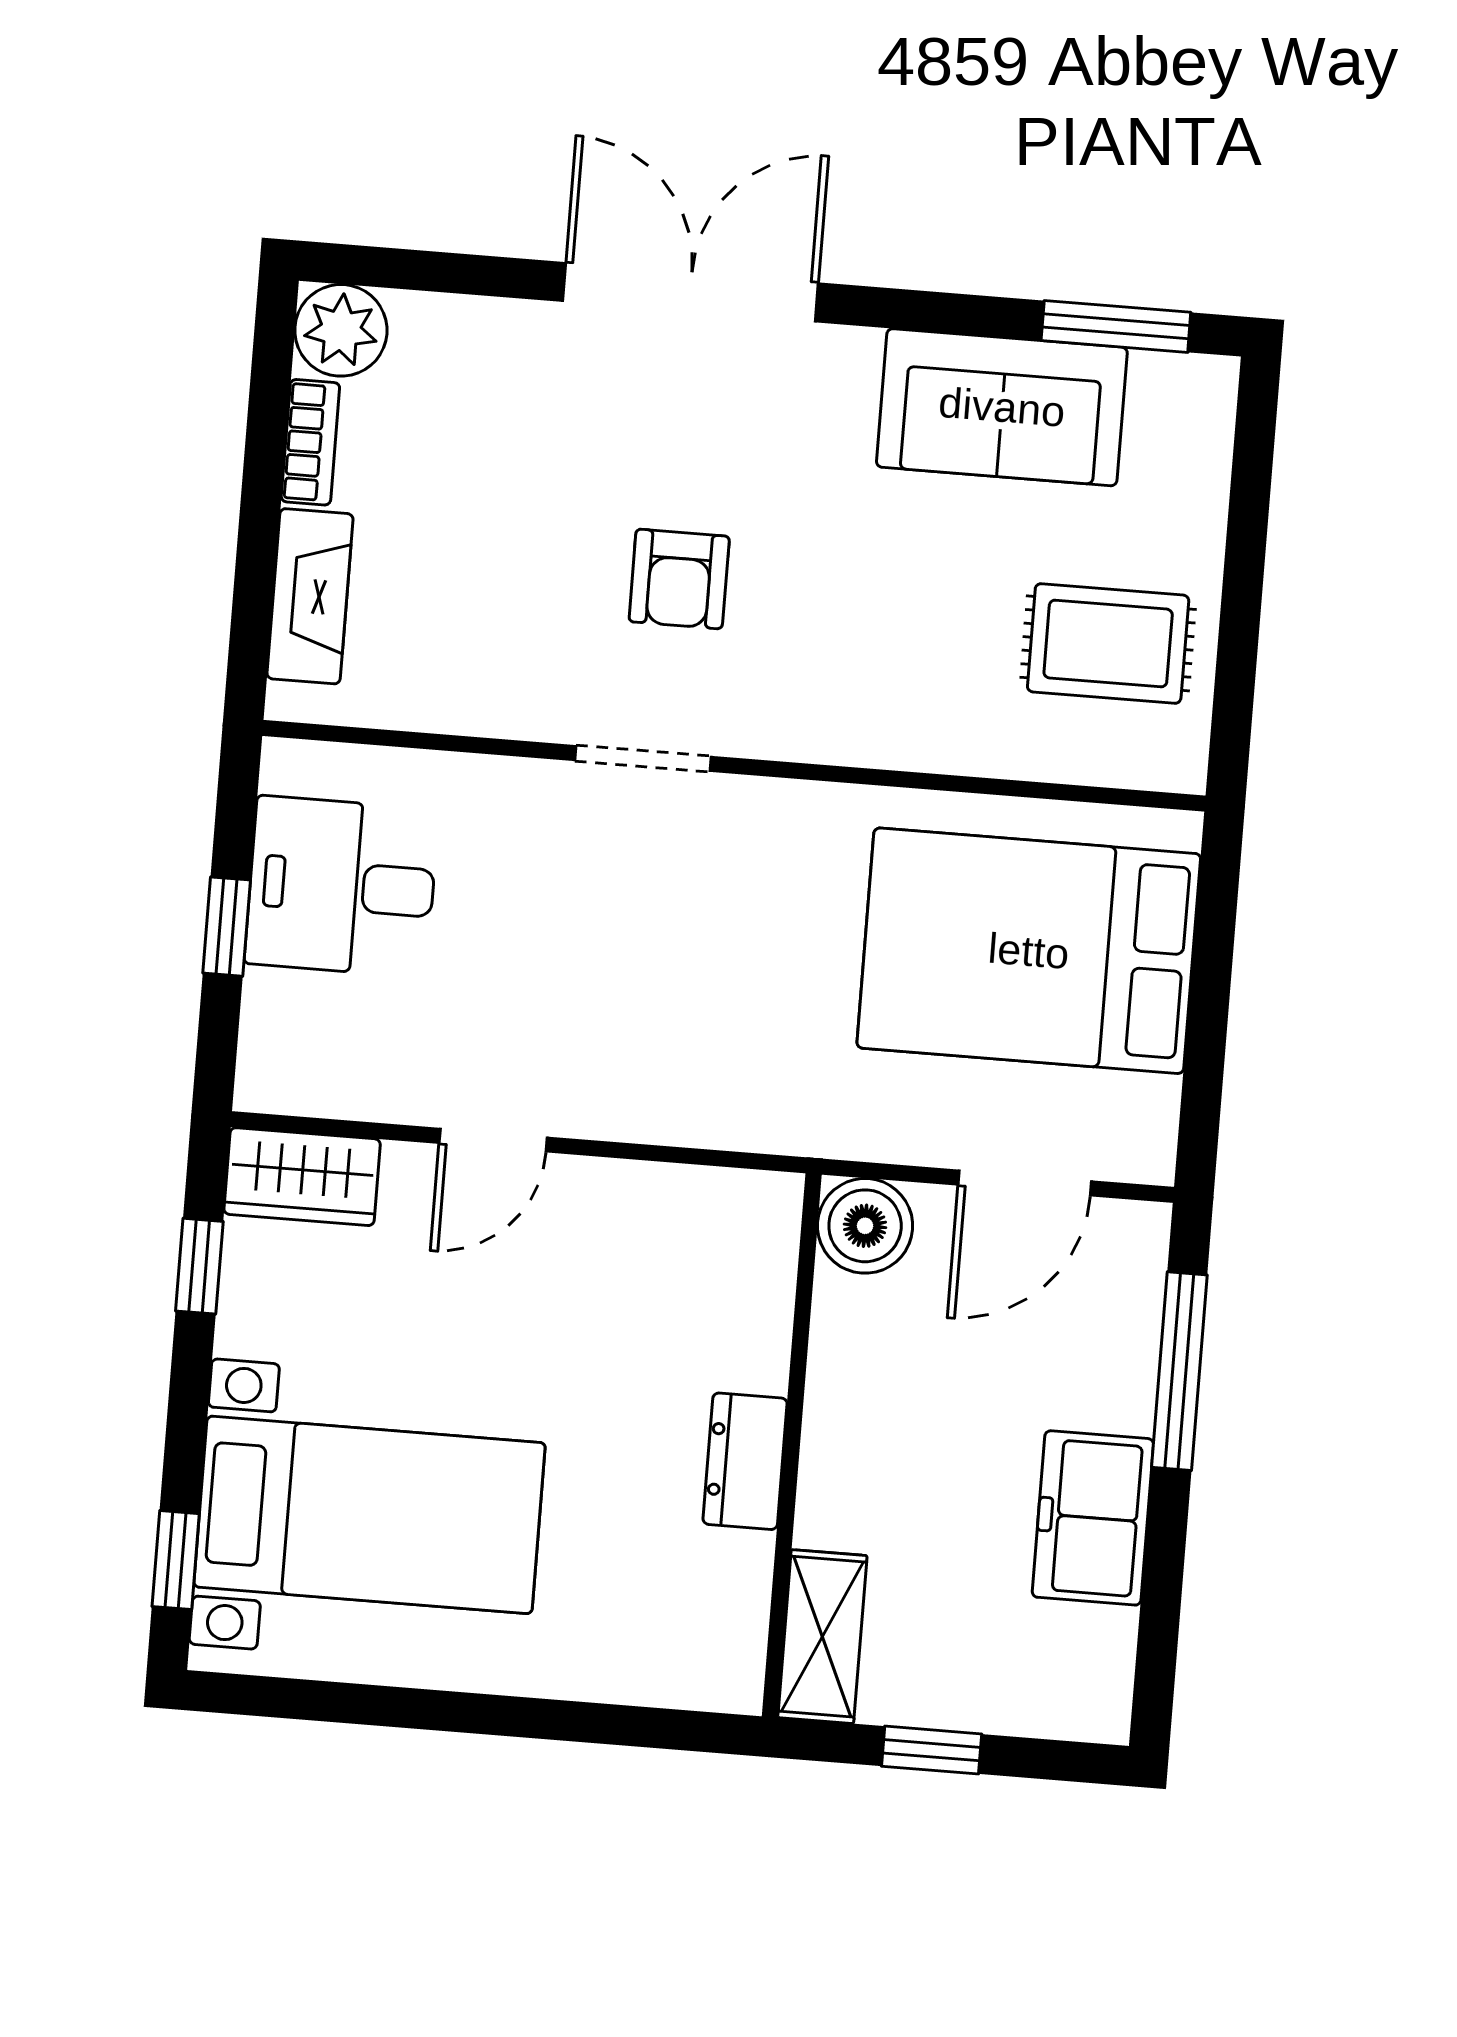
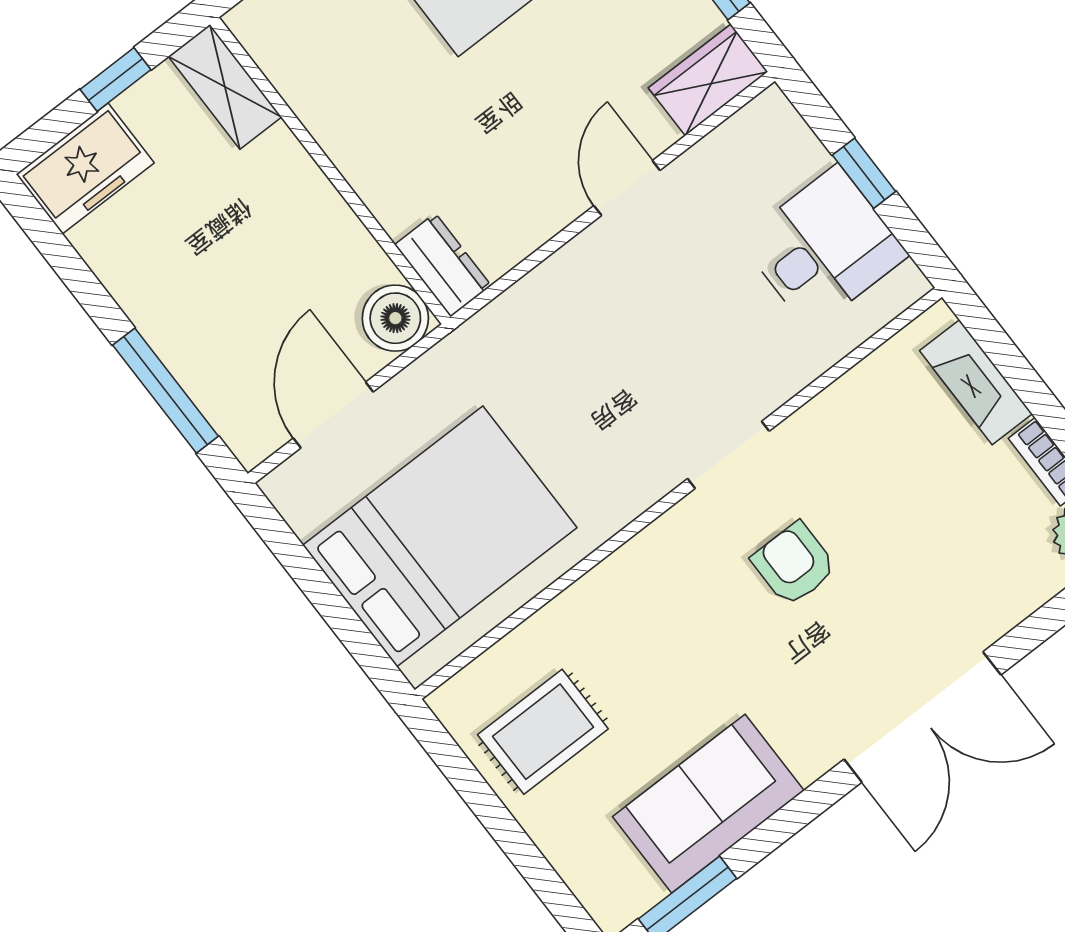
dresser: (745, 1461) -> (443, 265), moved
freezer: (1093, 1518) -> (85, 168), moved, turned 90

